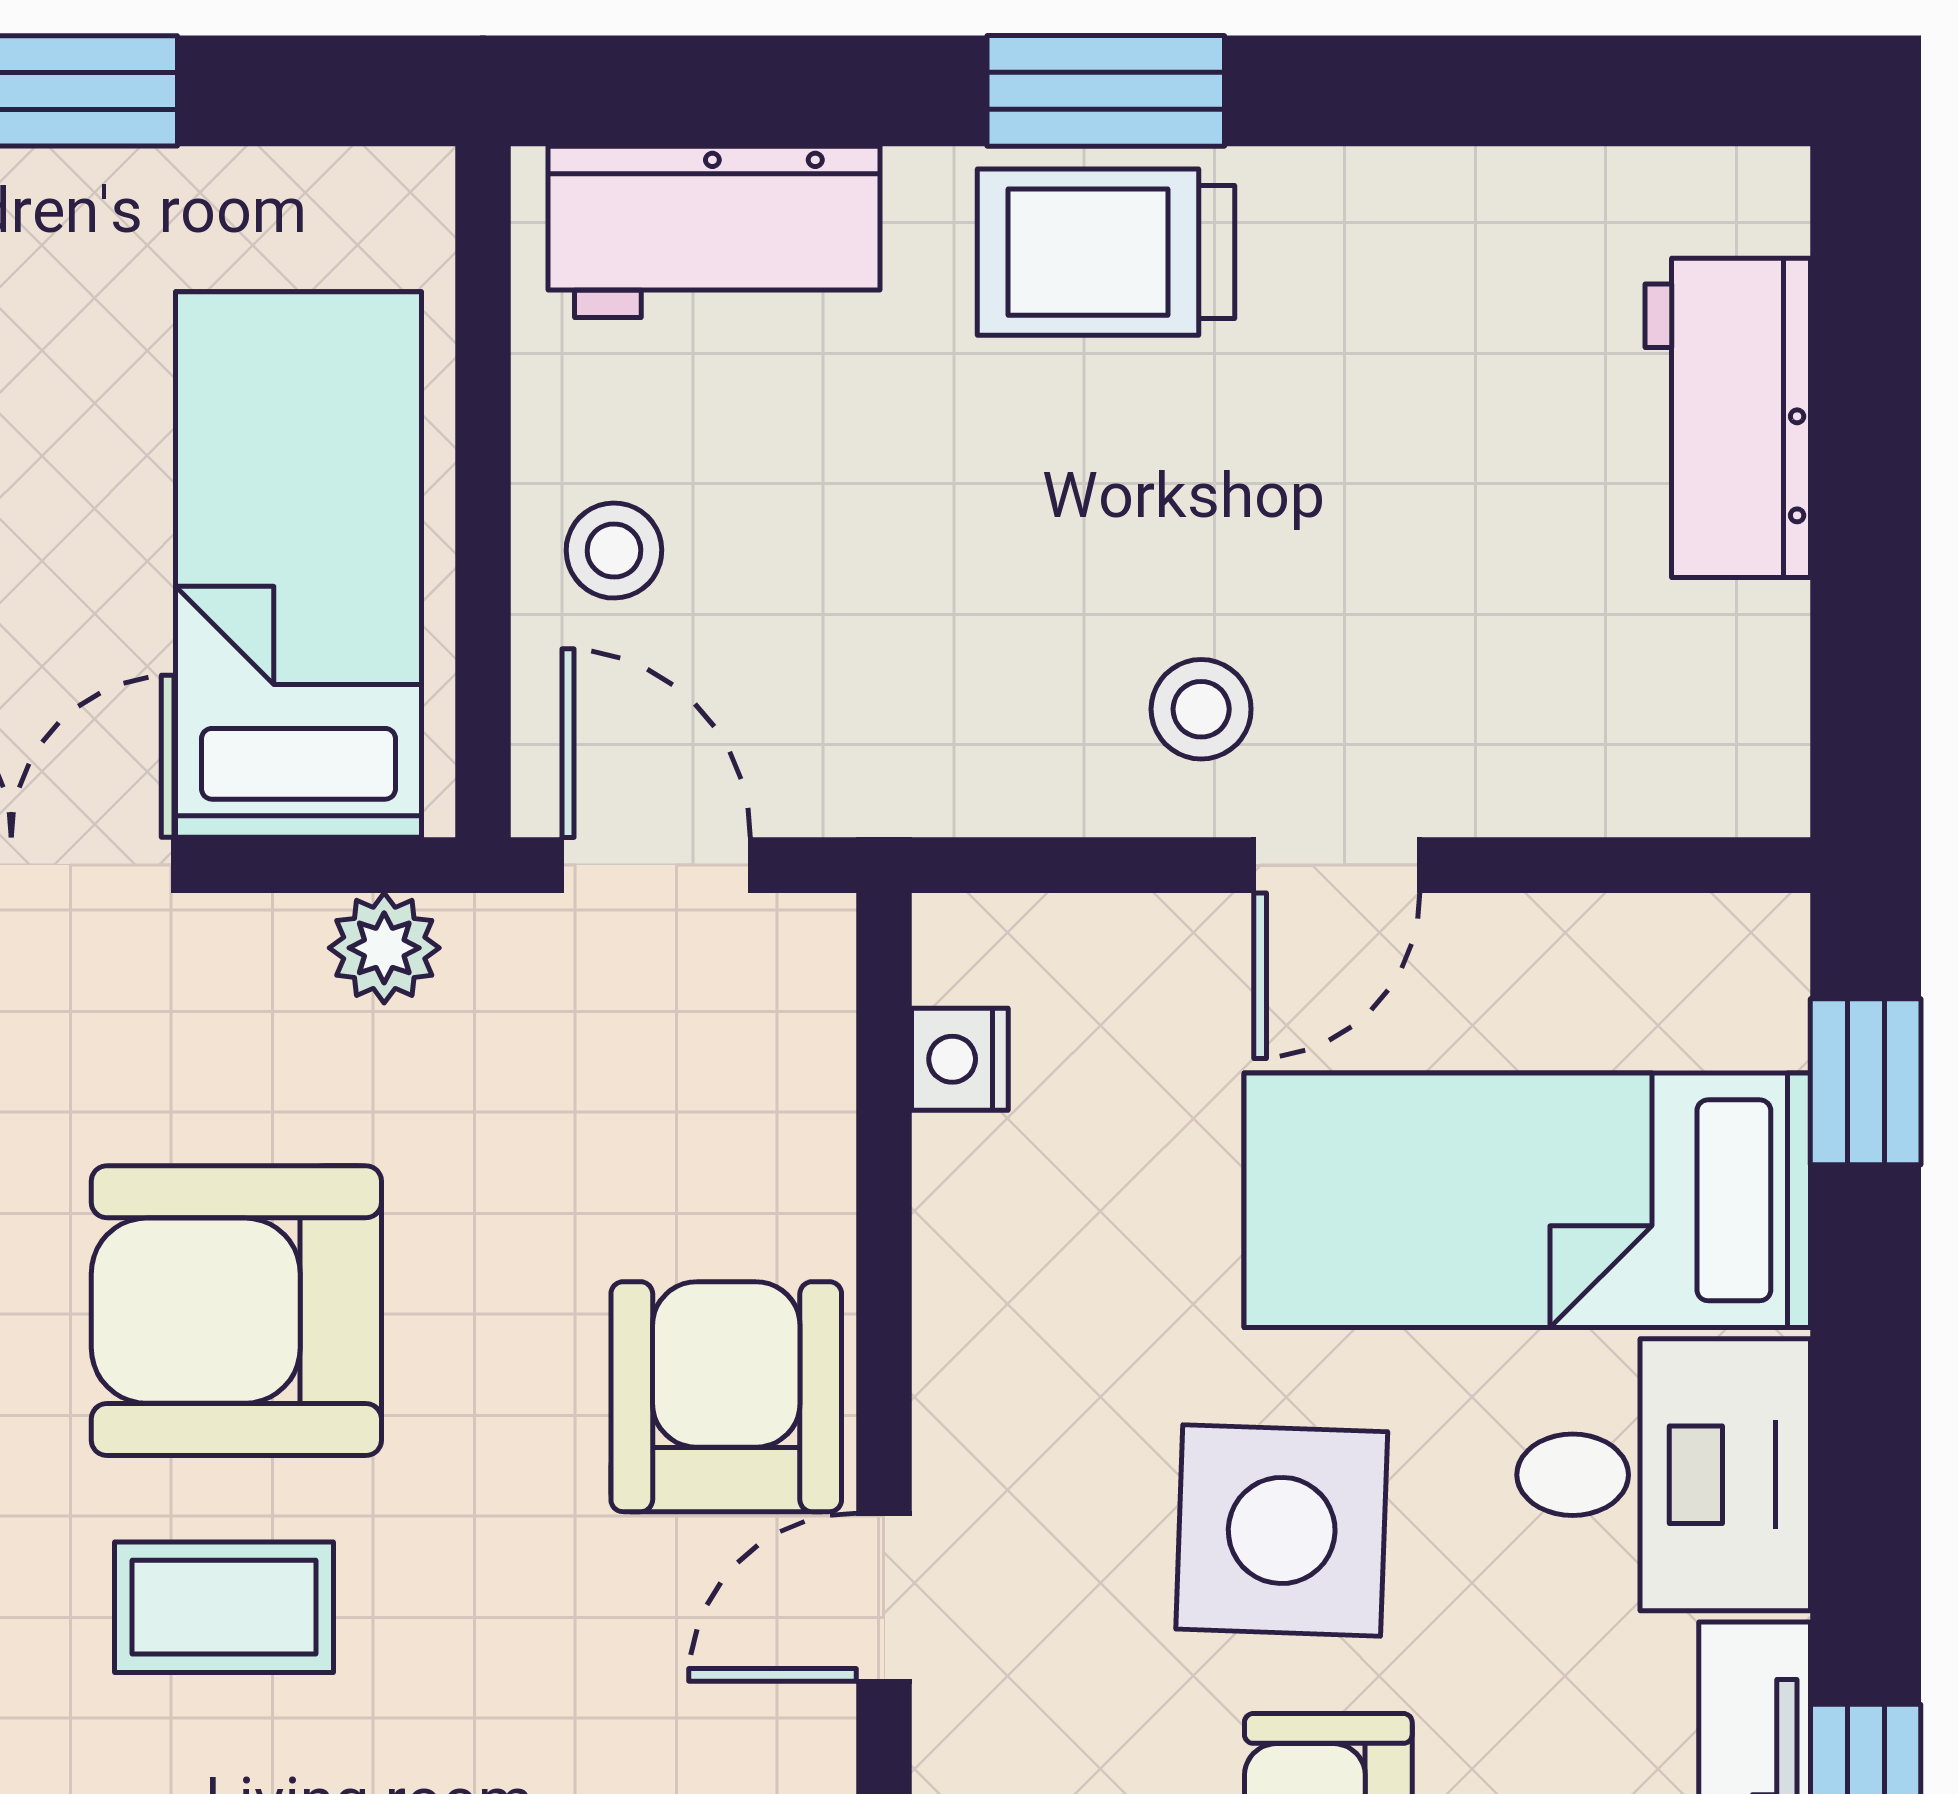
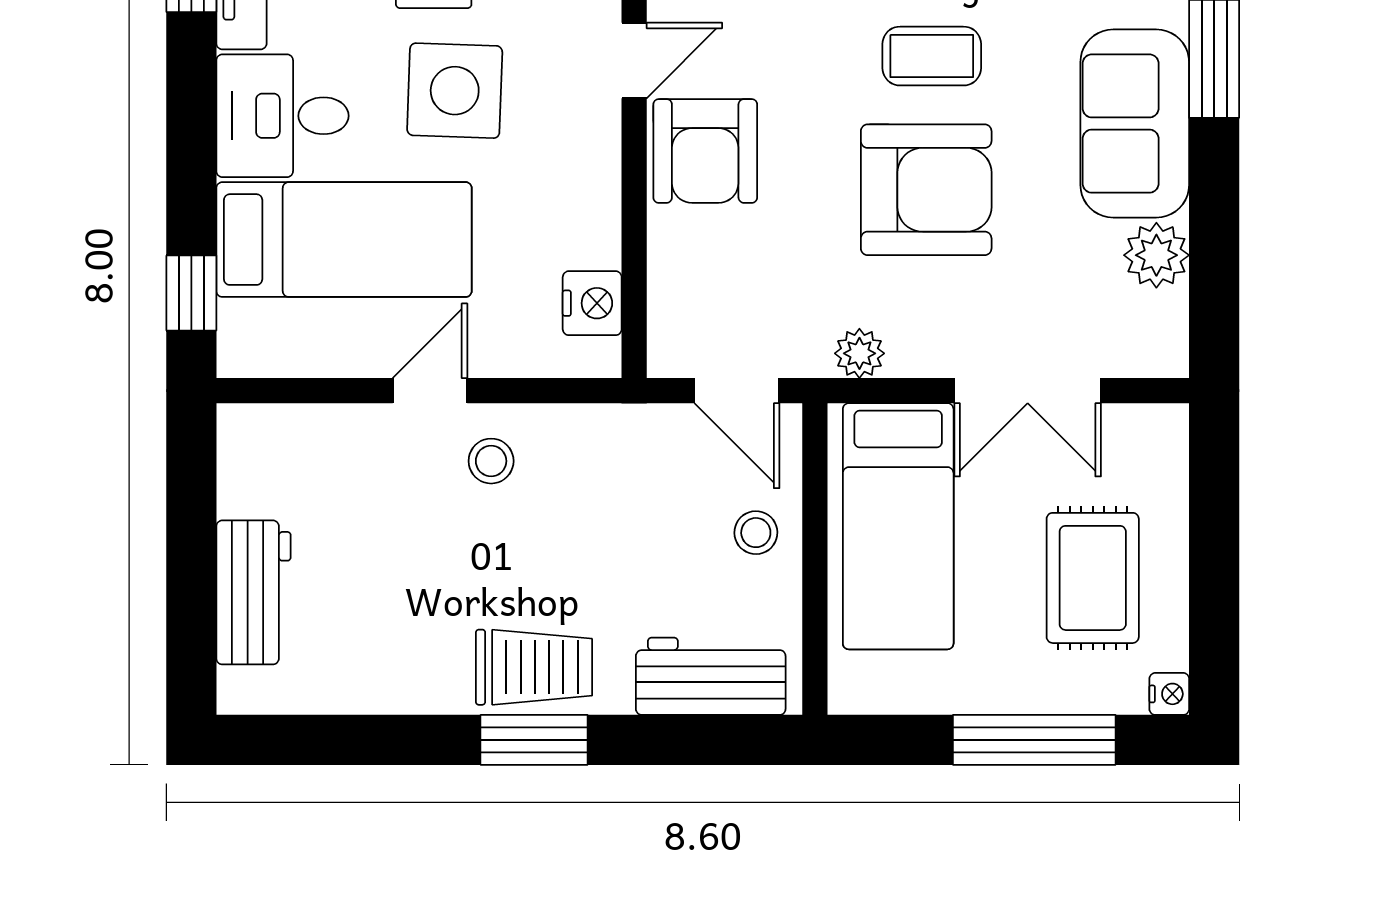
nightstand: (960, 1059) -> (592, 303), width x1.39, depth x1.35

